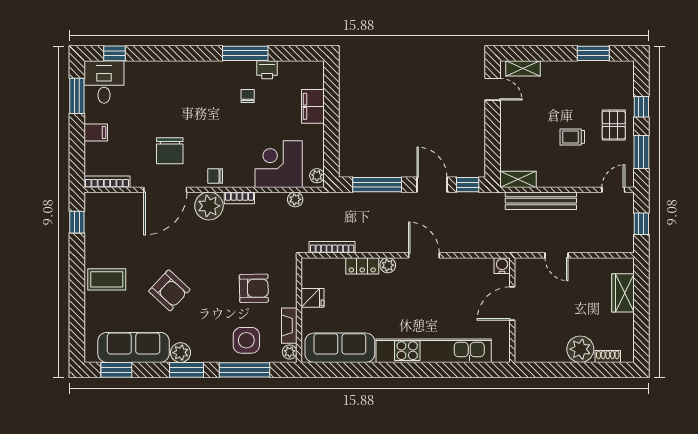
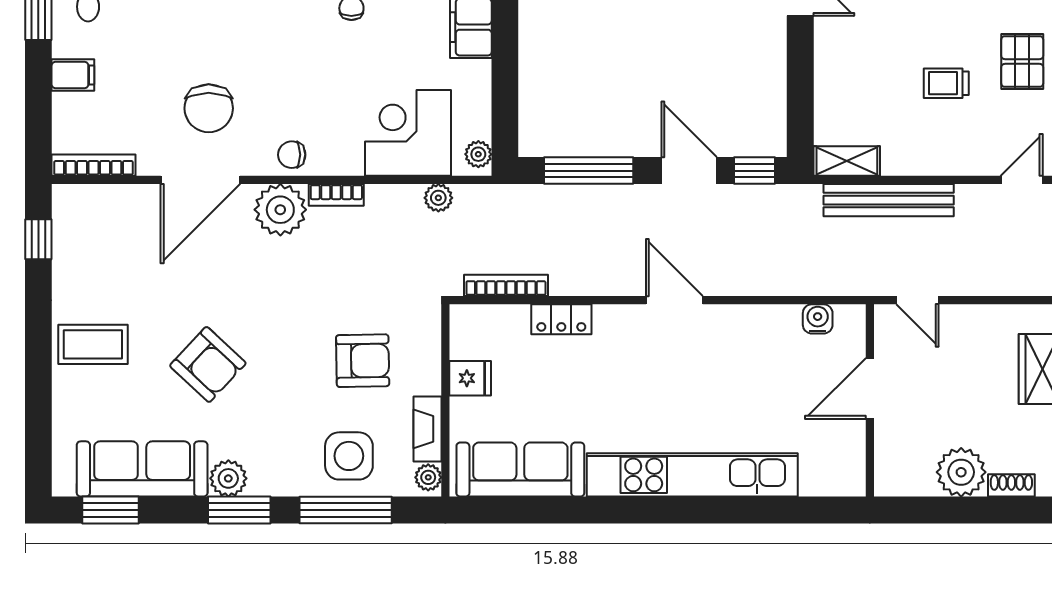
plant: (388, 265) -> (608, 318), removed
door: (512, 304) -> (870, 389), moved
wall: (512, 310) -> (870, 400), moved

